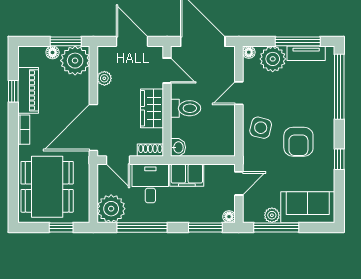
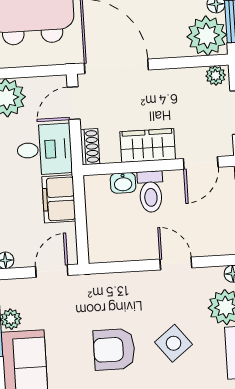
plant: (104, 78) -> (216, 76), moved
side table: (261, 128) -> (174, 343), moved, turned 38
washbasin: (178, 147) -> (123, 183), moved
door: (239, 183) -> (52, 271), swing flipped

